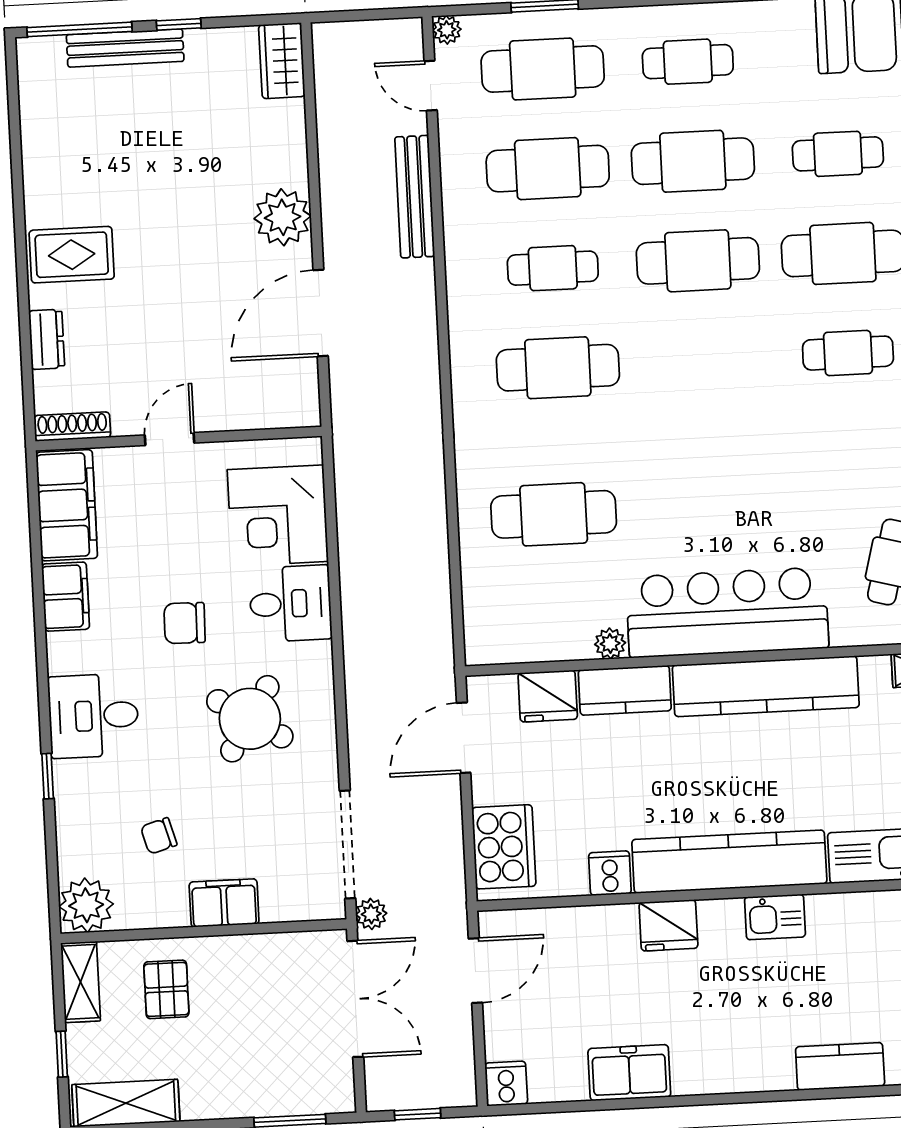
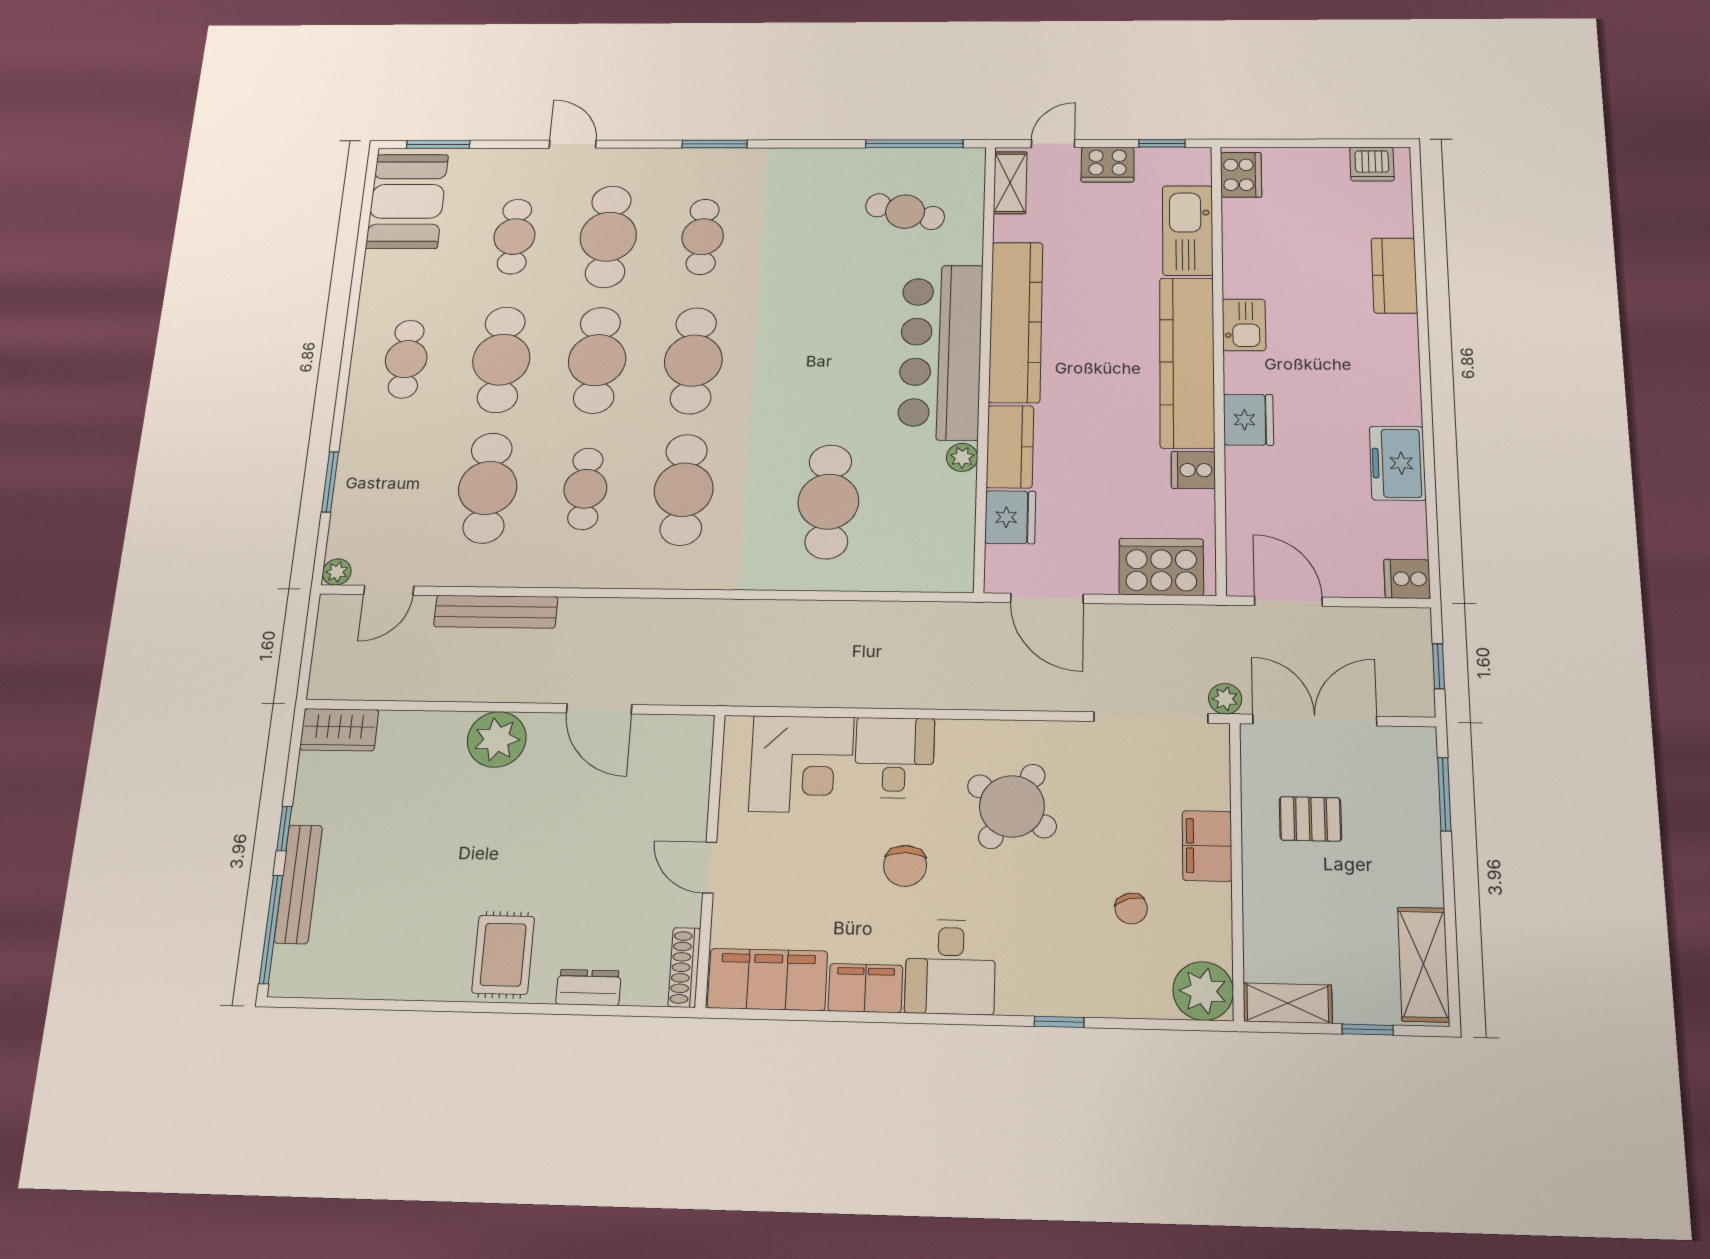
cafe table: (543, 69) -> (693, 361), moved
door: (321, 313) -> (599, 709), width x0.73
desk: (93, 716) -> (950, 967), moved
pallet: (166, 989) -> (1310, 819), moved

